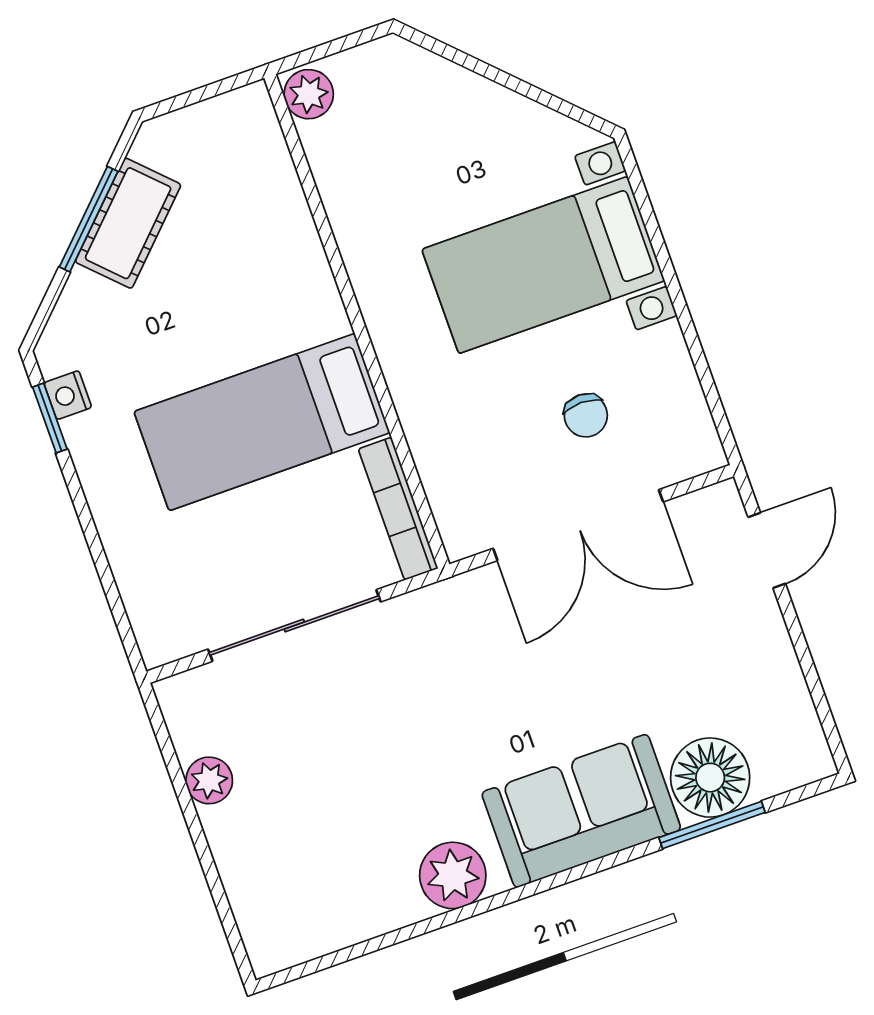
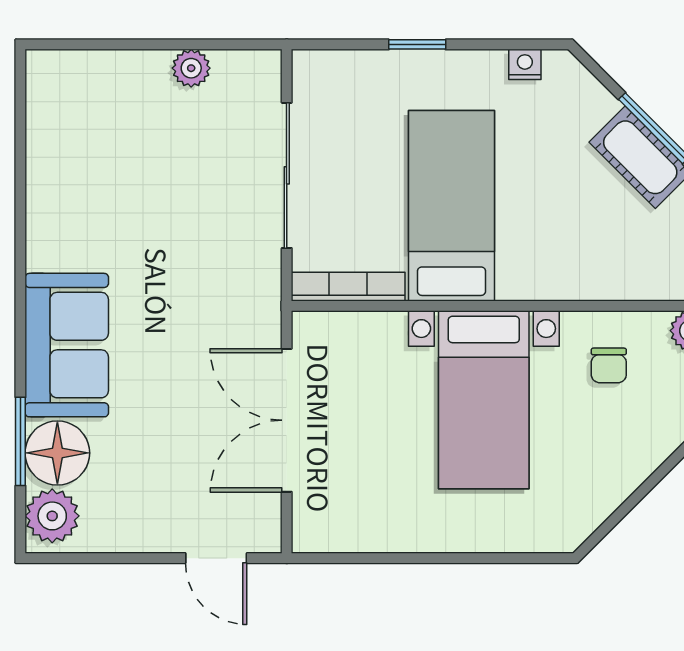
bed with nightstands: (543, 265) -> (484, 400), moved, turned 180
chair: (586, 415) -> (609, 365), moved, turned -90
window: (50, 418) -> (417, 44), moved
plant: (453, 875) -> (52, 516), moved

